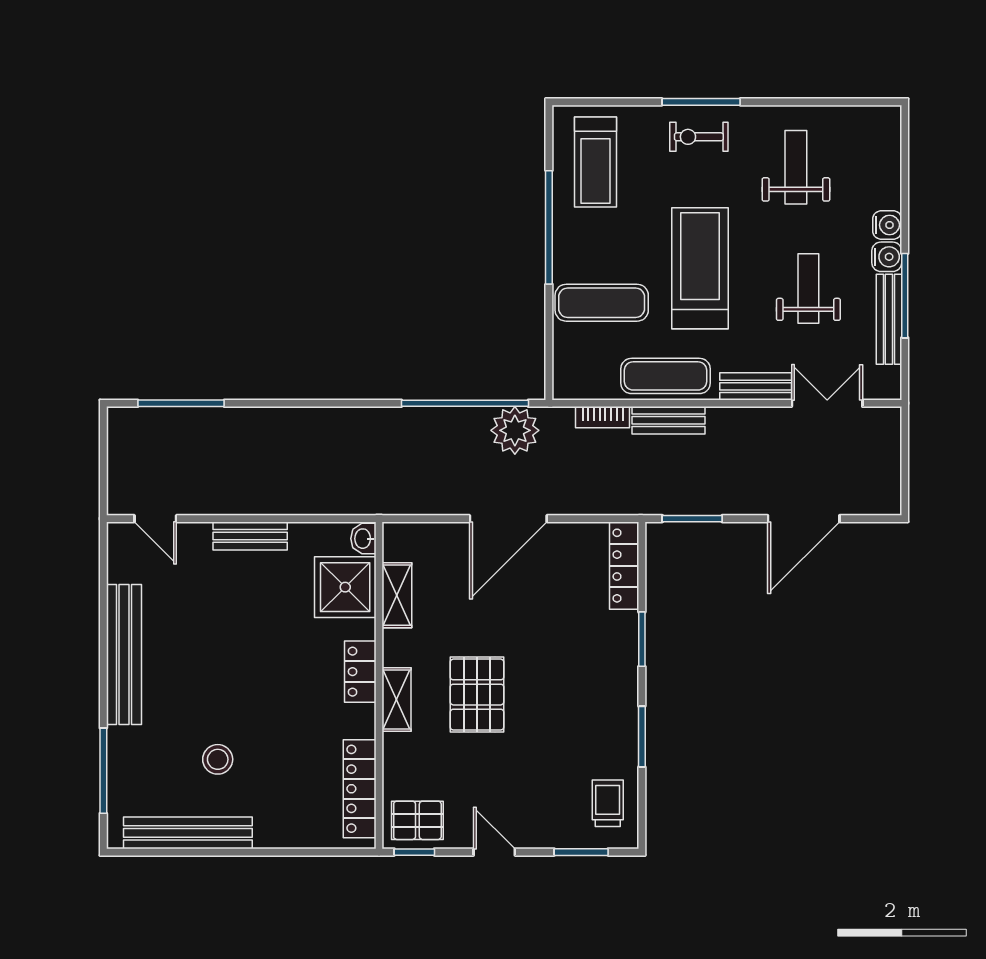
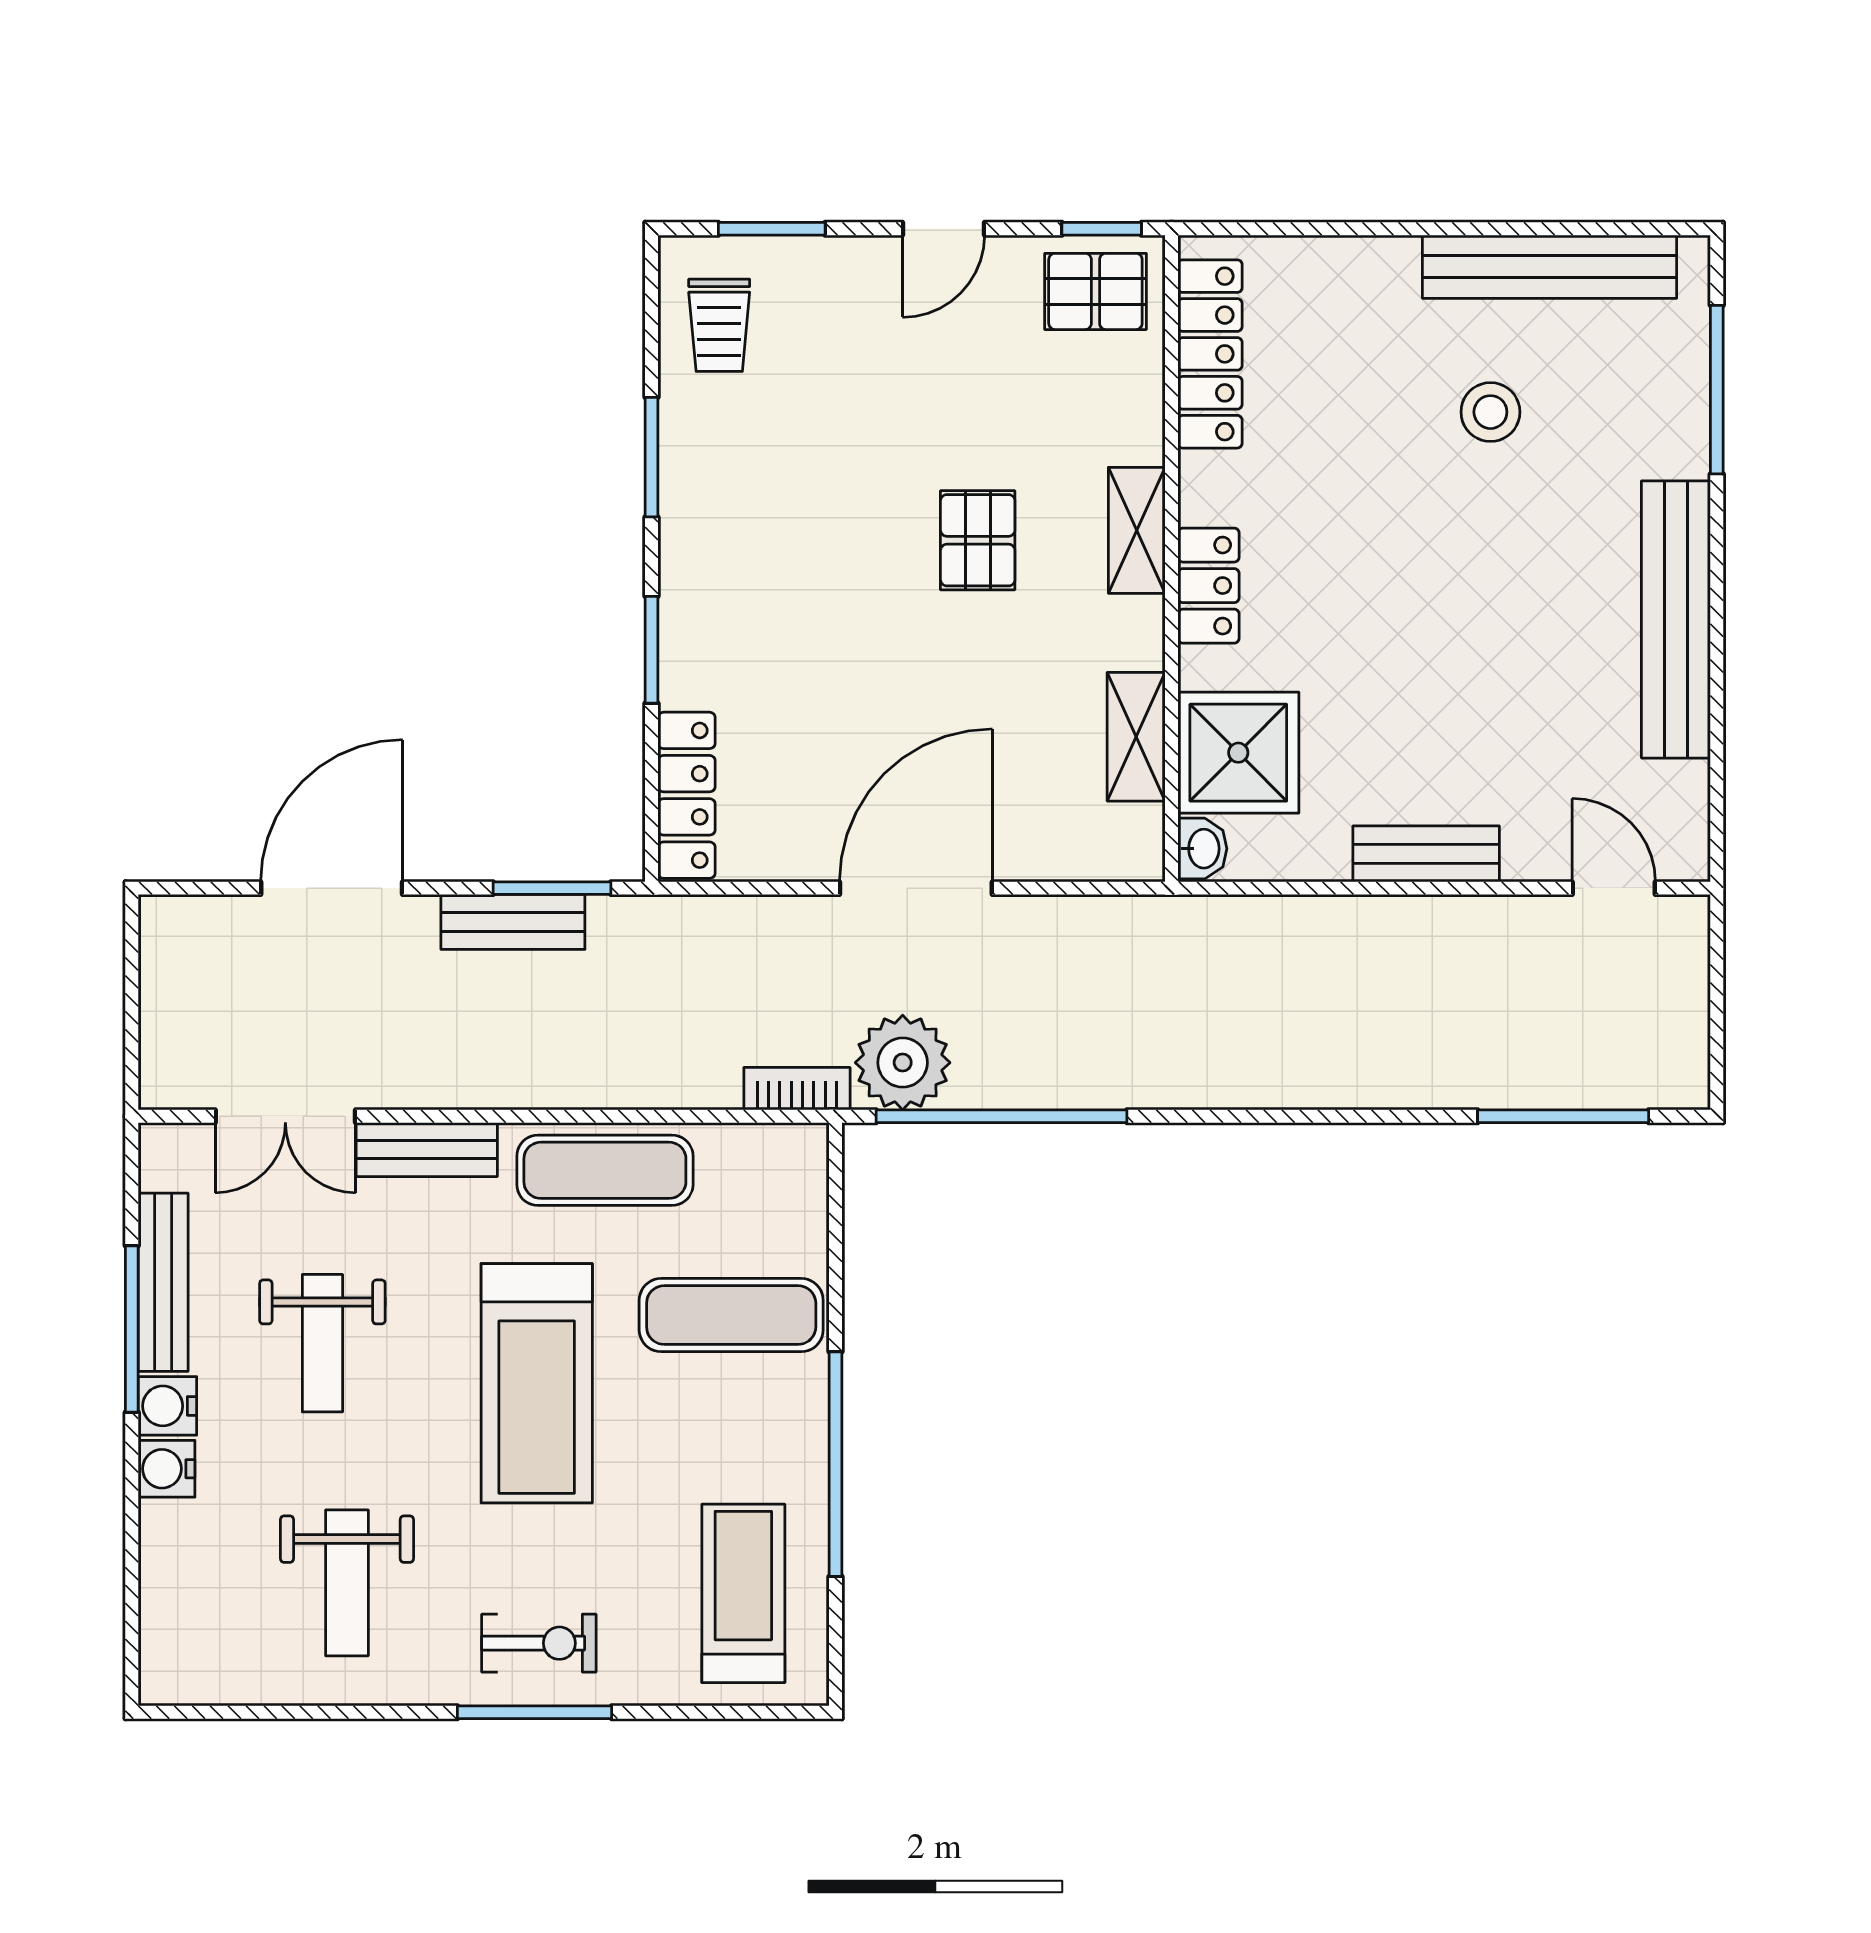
bookcase: (603, 417) -> (797, 1089), moved
bench: (668, 420) -> (513, 922), moved
pallet: (477, 695) -> (978, 540), width x0.67, depth x0.71
door: (494, 852) -> (944, 229), hinge flipped

